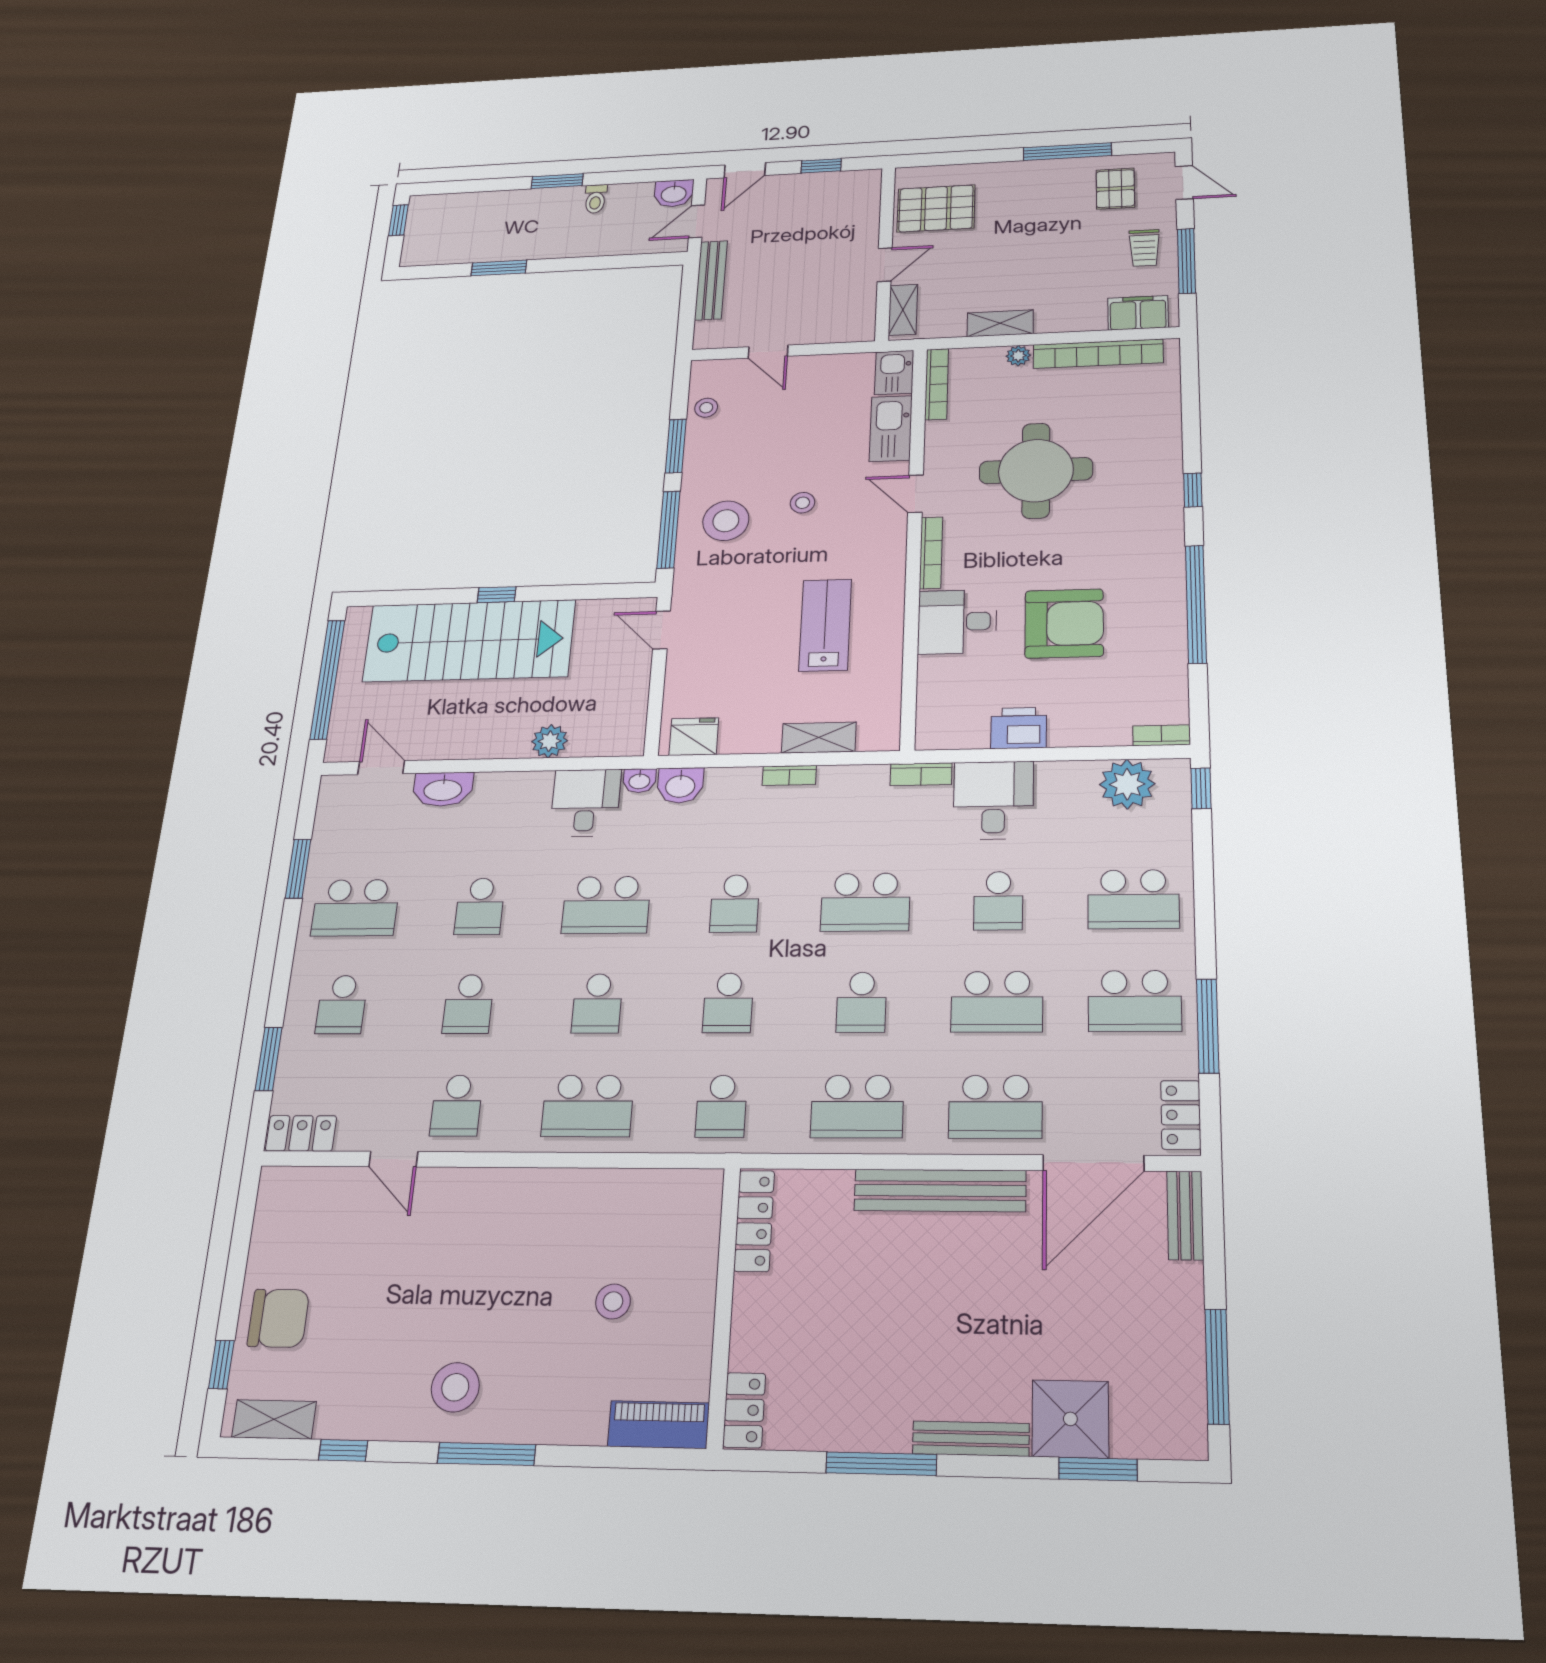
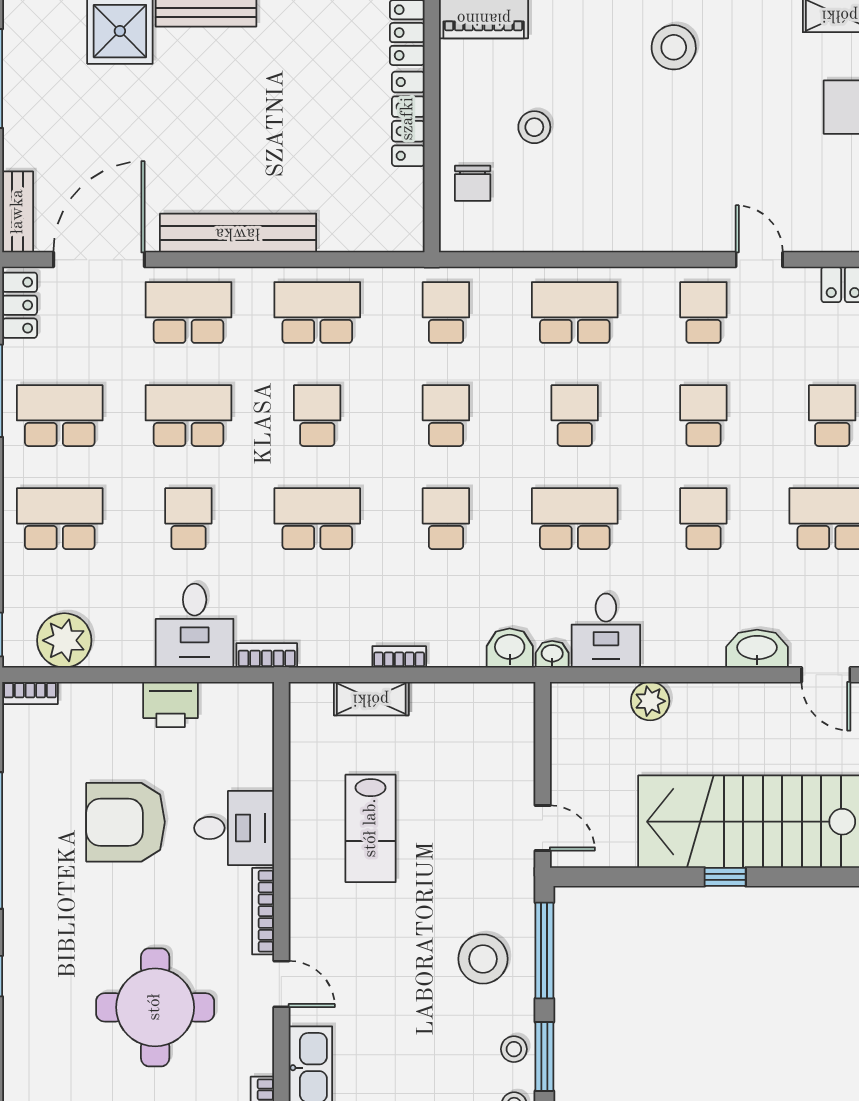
stool: (803, 503) -> (514, 1049), moved
fridge: (694, 737) -> (500, 703), removed
locker: (754, 1221) -> (408, 119), moved
chair: (684, 1241) -> (473, 183), added

